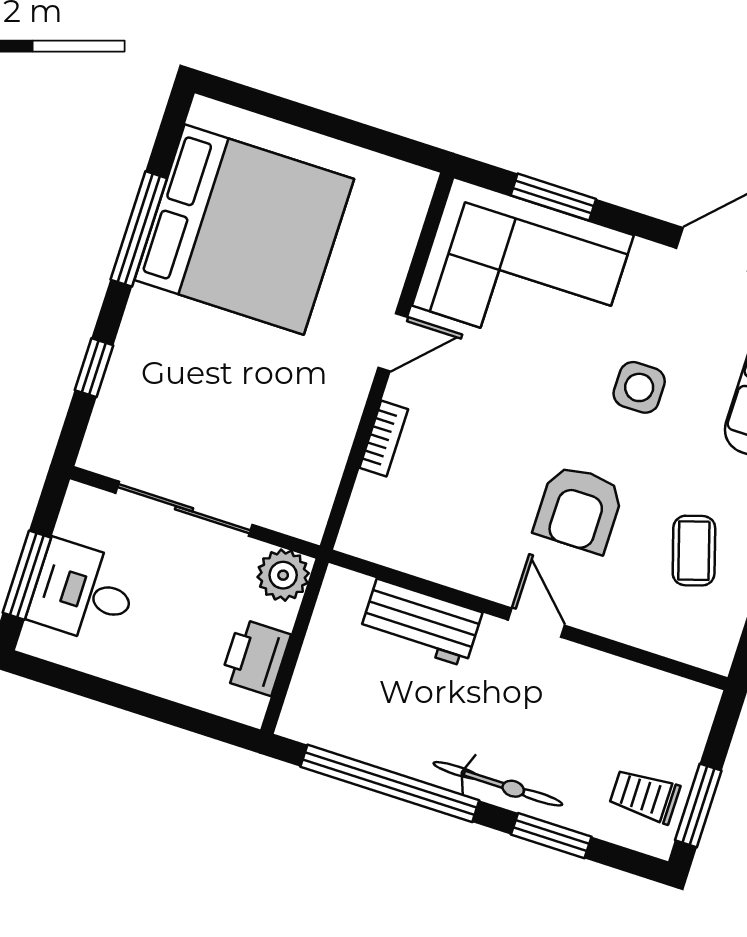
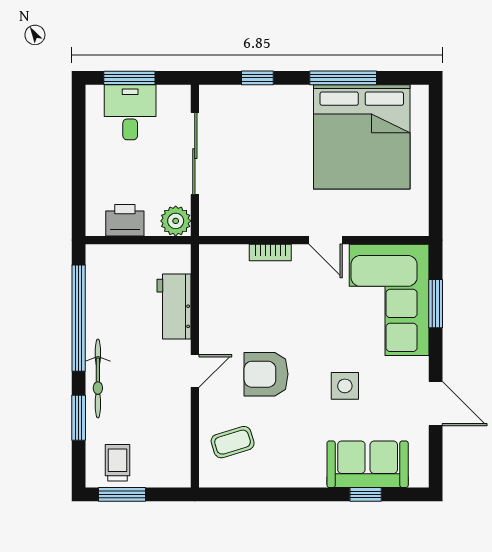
coffee table: (694, 551) -> (233, 442), moved

